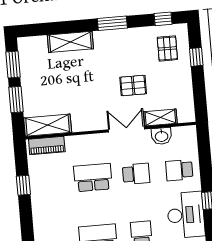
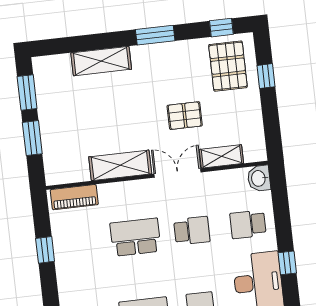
pallet: (167, 48) -> (228, 66), width x1.50, depth x1.42
shelving: (48, 125) -> (120, 165), moved
washbasin: (162, 136) -> (259, 178), moved, turned 90

